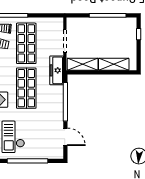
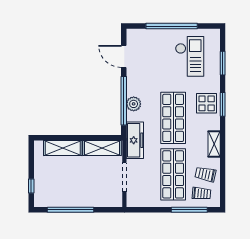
plant: (58, 99) -> (134, 104), added

